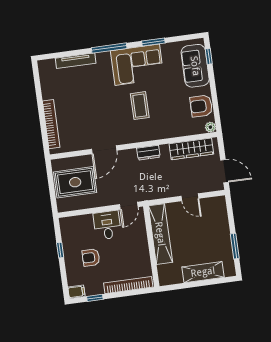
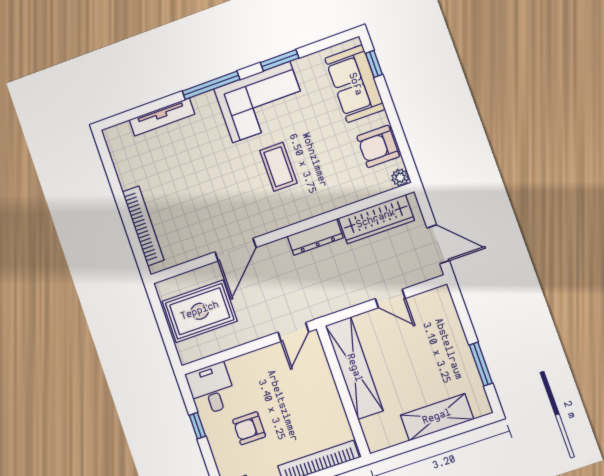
dresser: (148, 153) -> (315, 237), width x1.44
desk: (107, 225) -> (211, 389), moved

